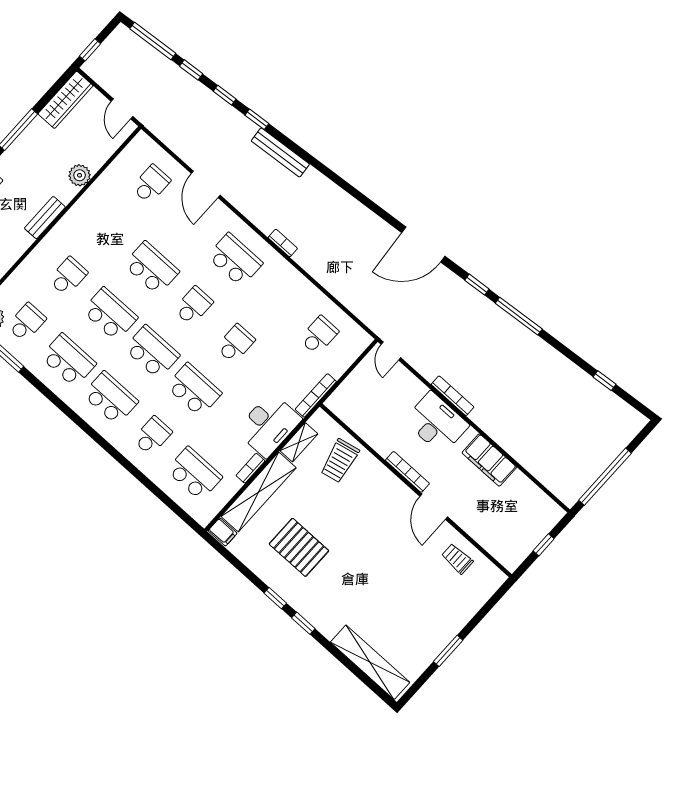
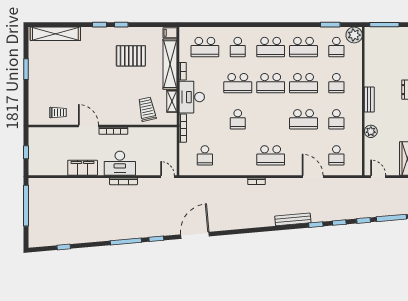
school desk: (193, 306) -> (336, 119), moved

